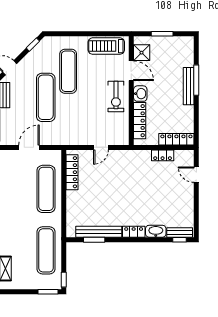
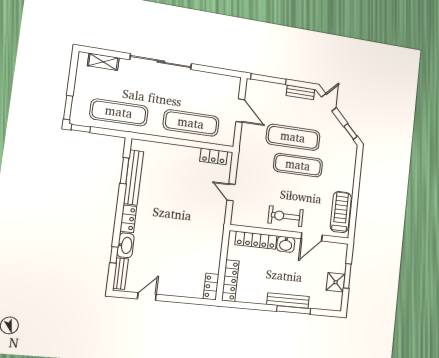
shower: (142, 53) -> (336, 282), moved
exercise mat: (68, 71) -> (298, 165), moved
locker: (163, 155) -> (211, 287), moved
locker: (72, 172) -> (214, 156), width x0.66
door: (196, 175) -> (147, 297), moved
window: (179, 240) -> (114, 255), moved

